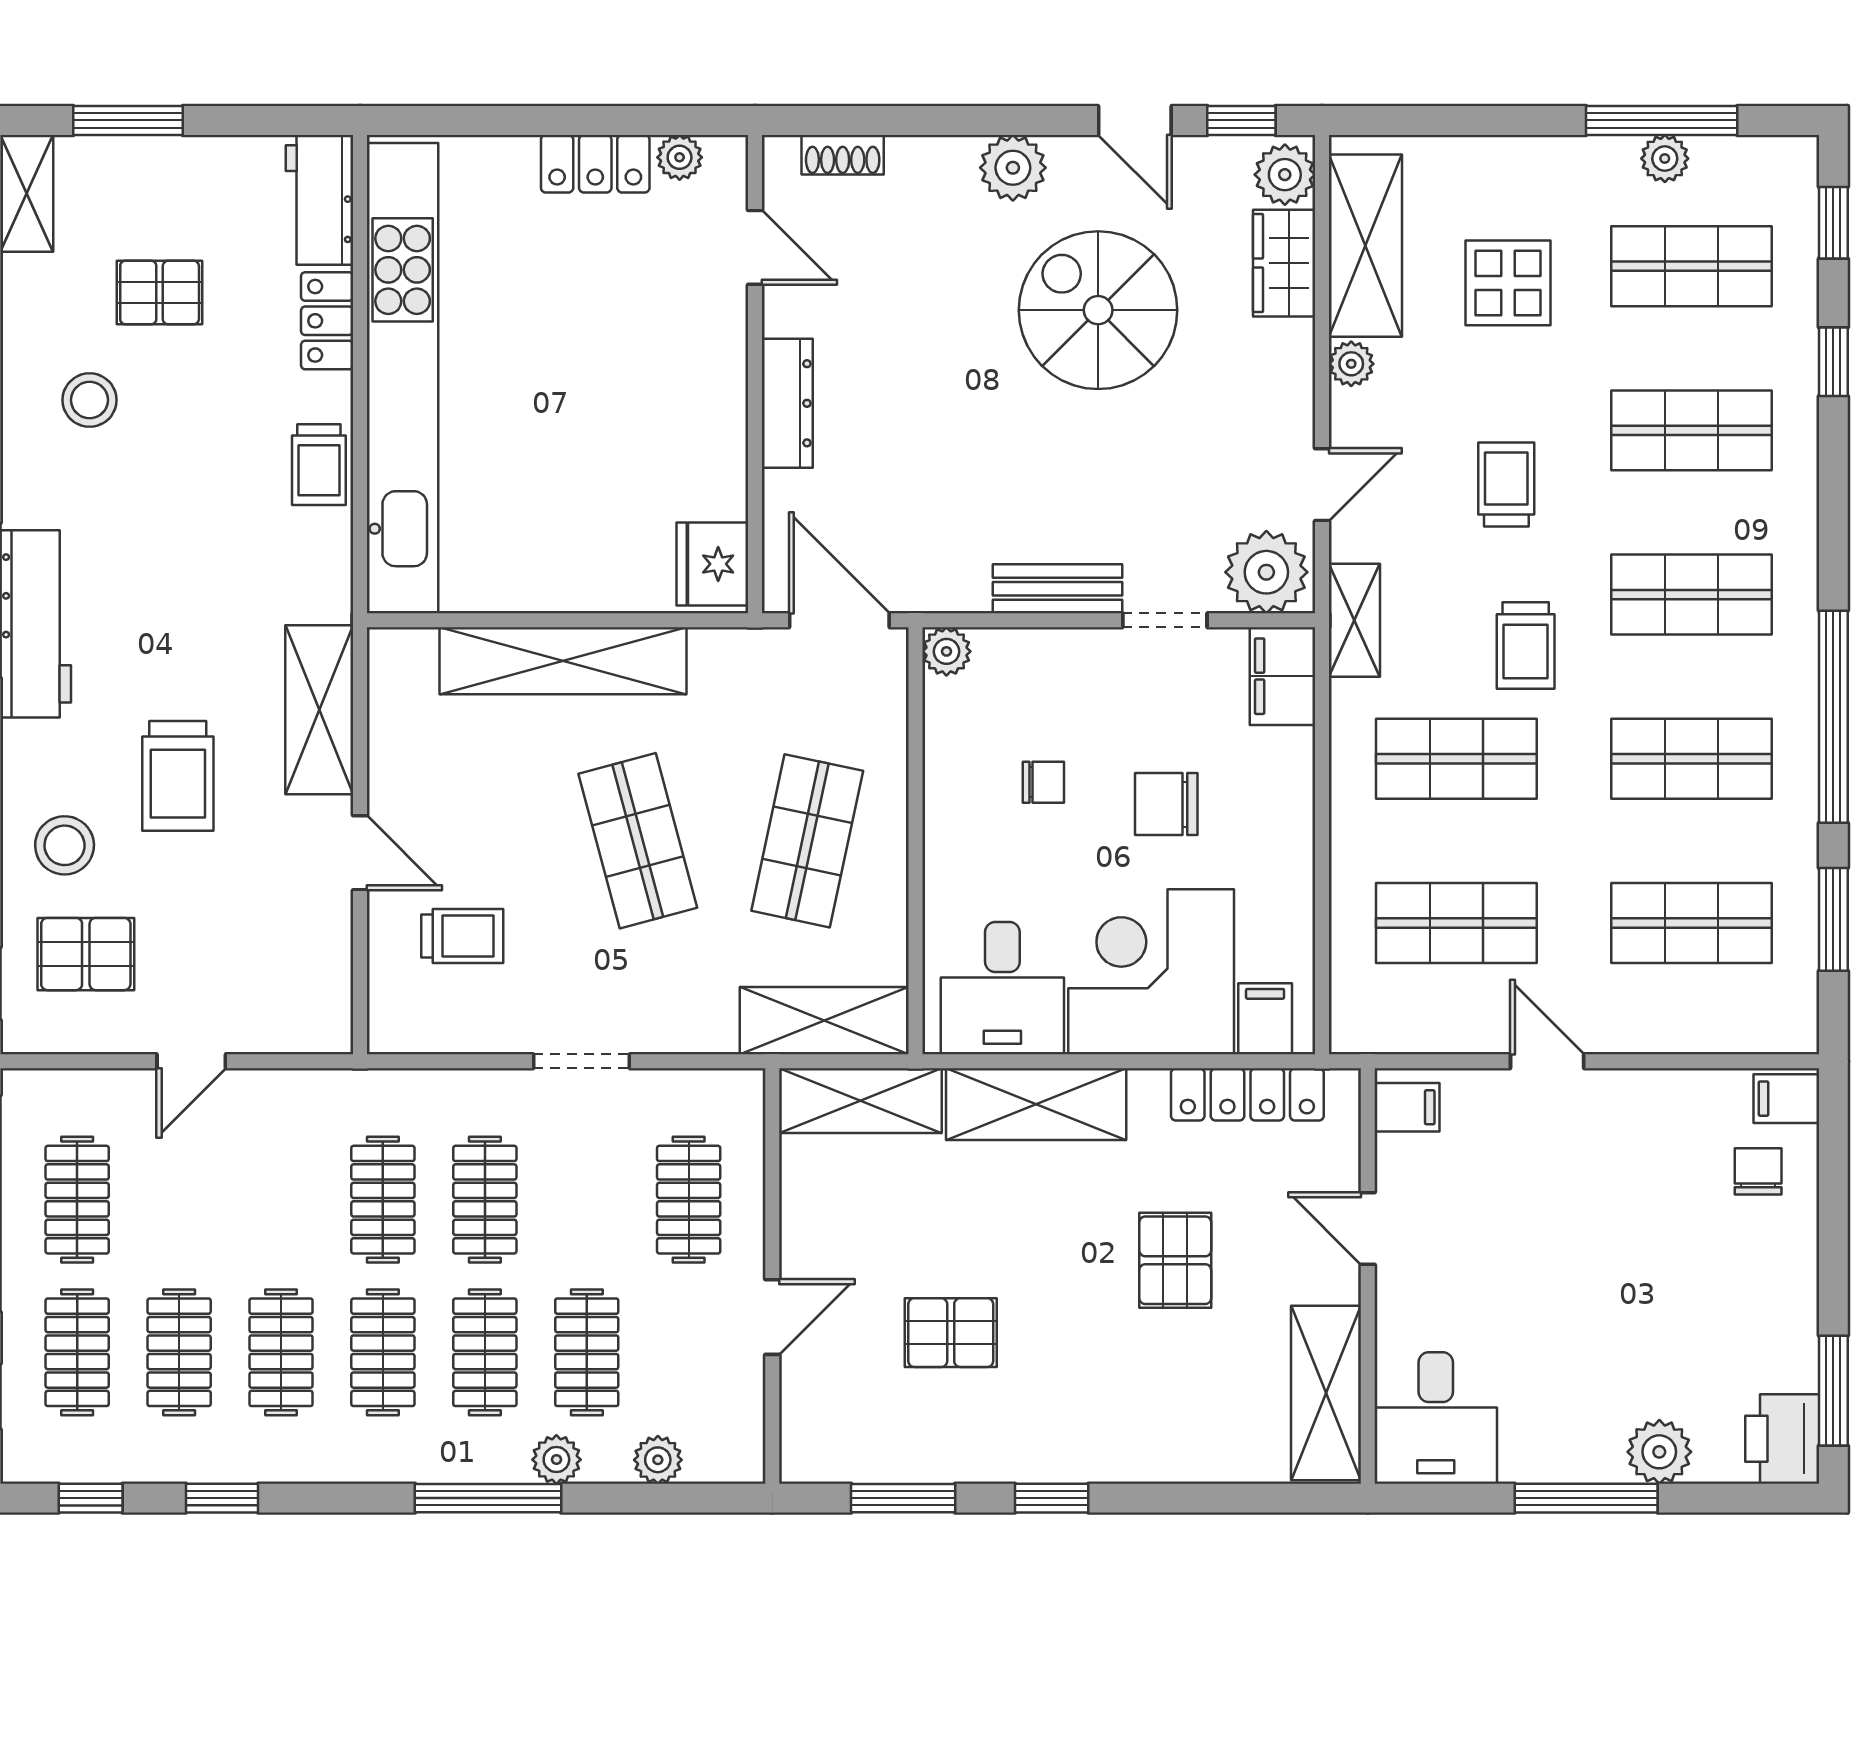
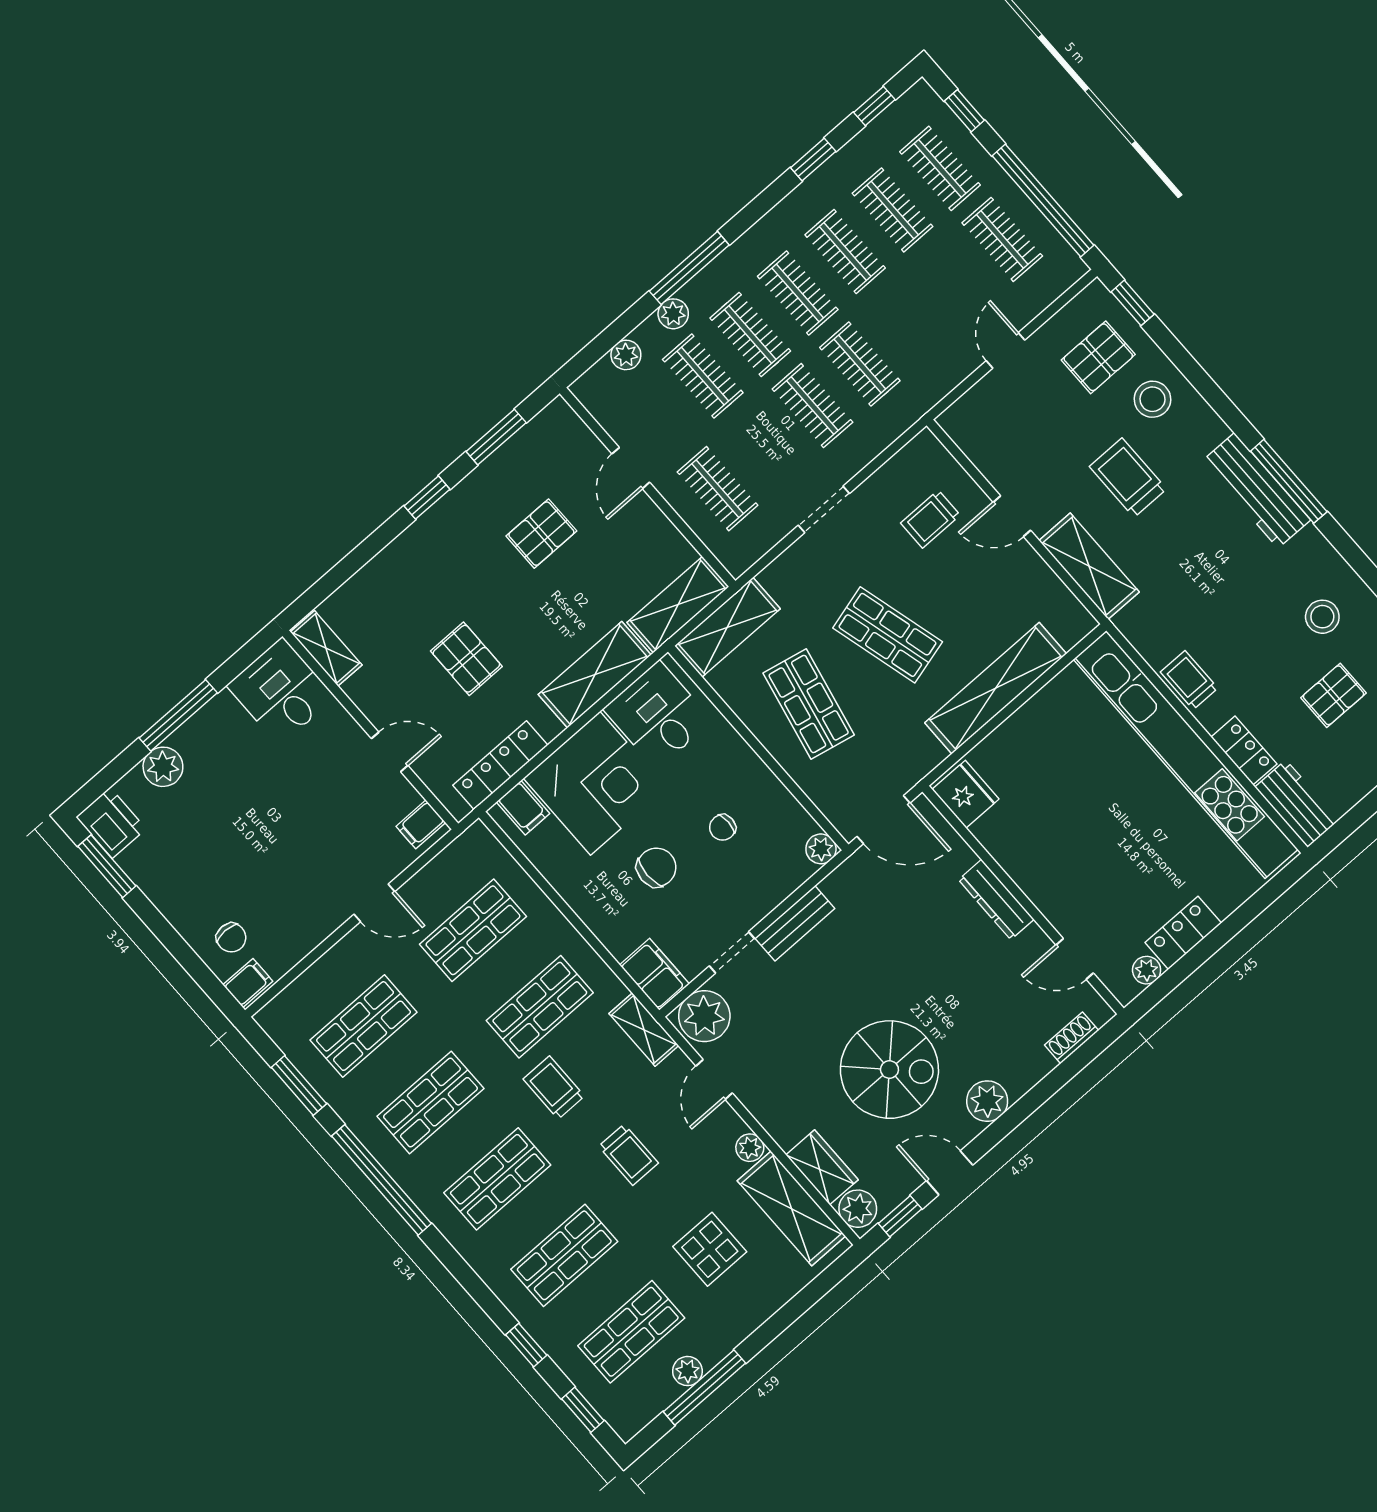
shelving: (1326, 1393) -> (326, 648), width x0.67, depth x0.75

